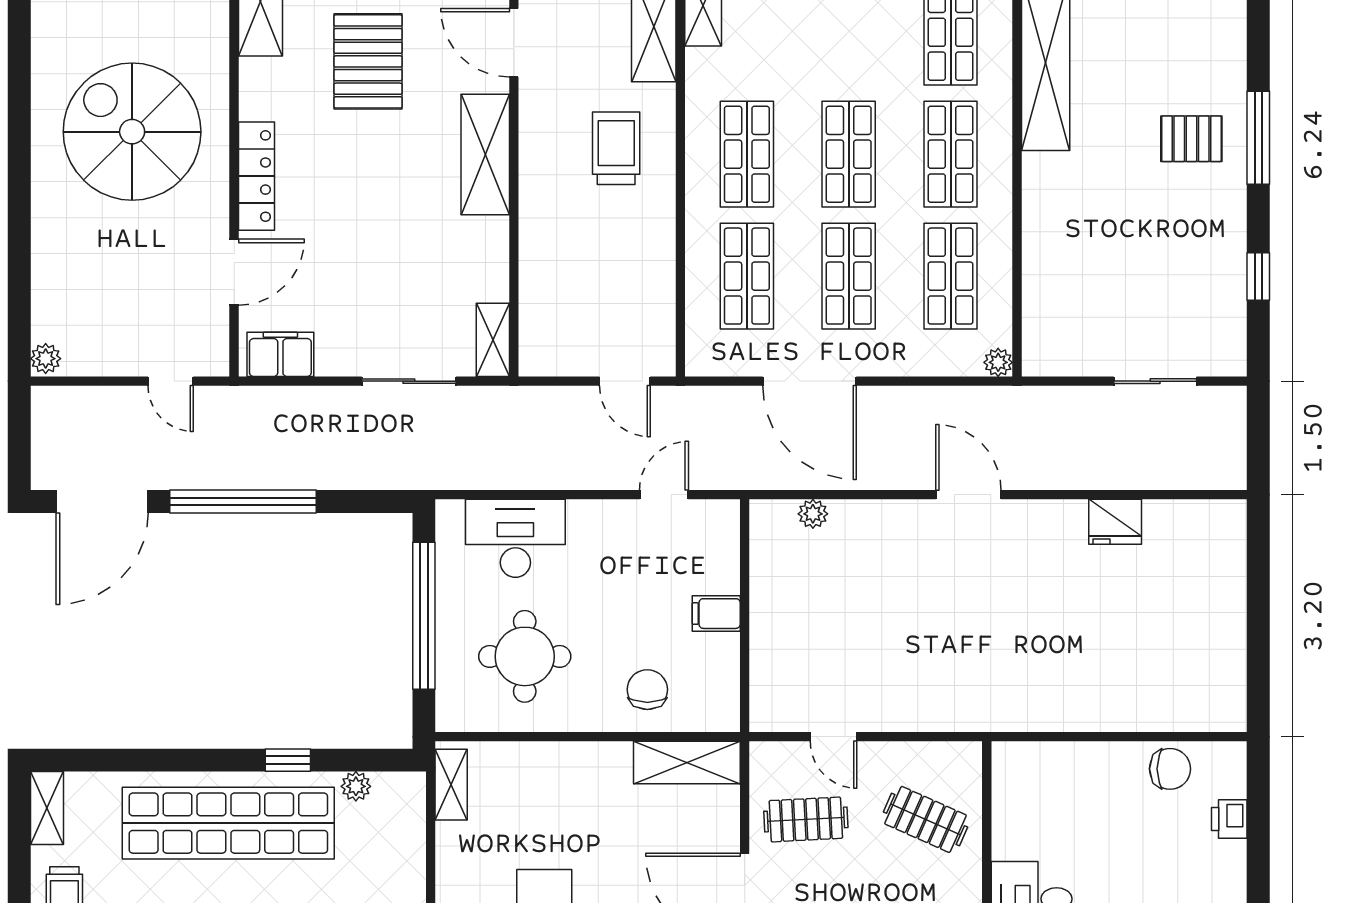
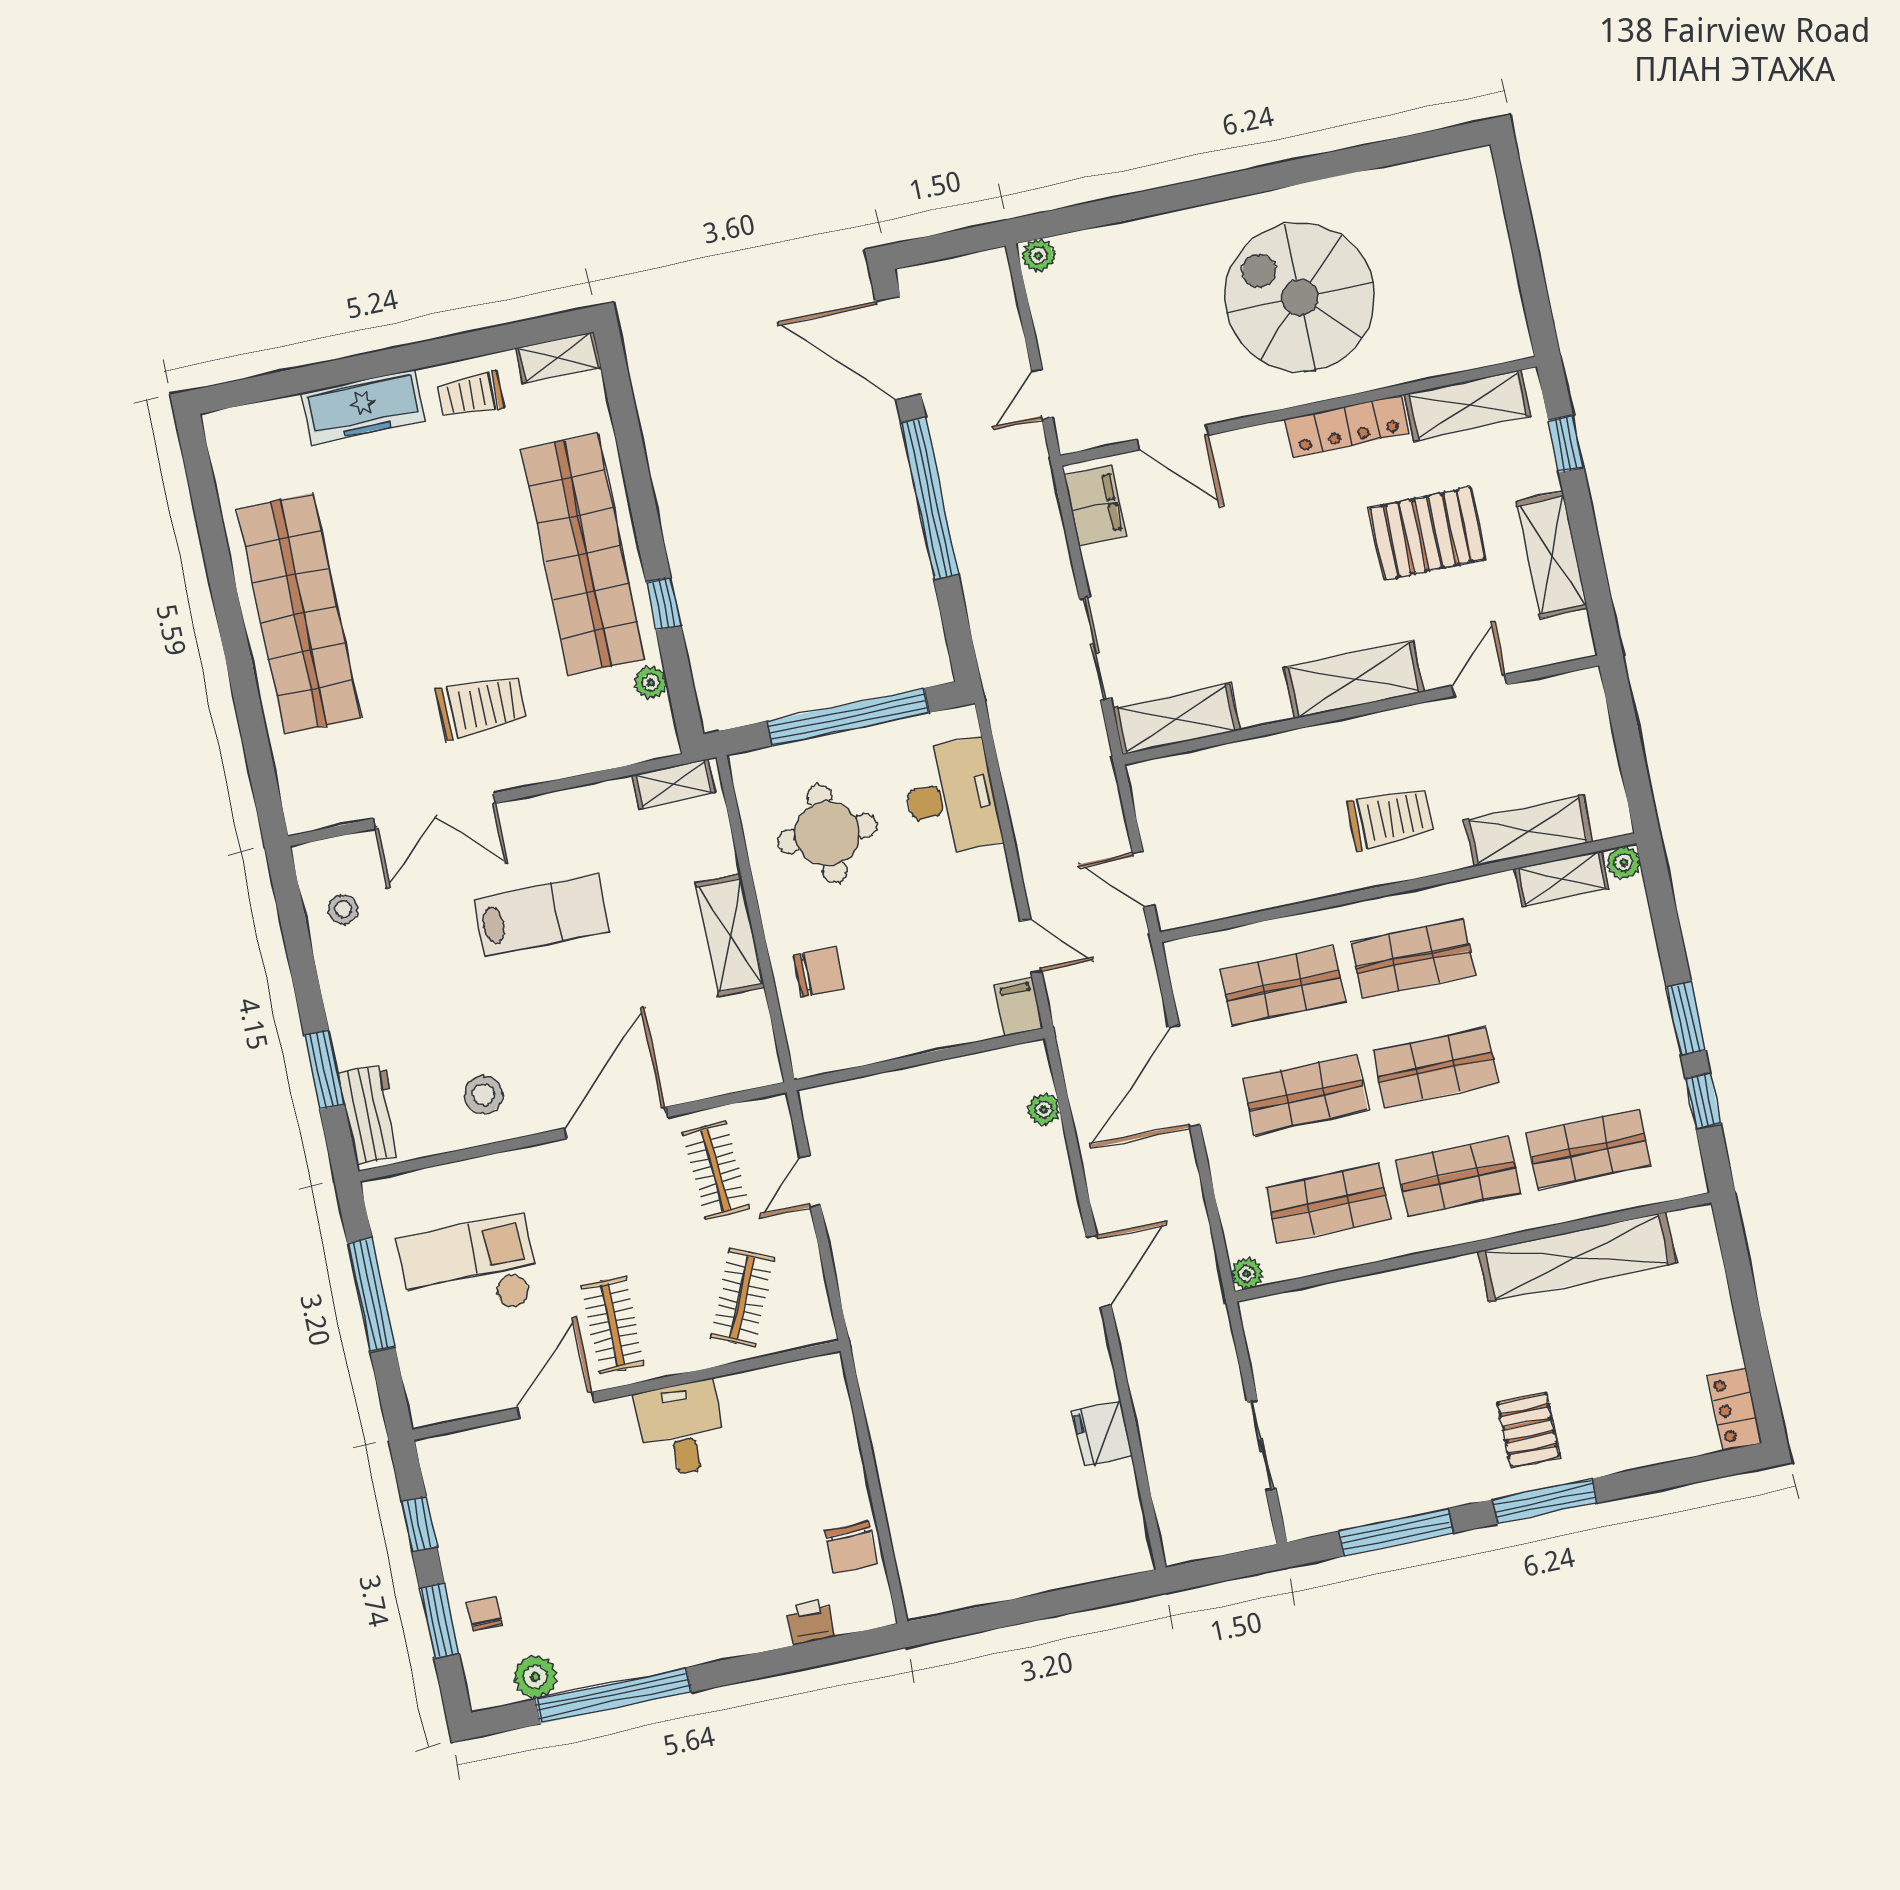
door: (514, 43) -> (1480, 685), width x0.73
spiral stairs: (132, 132) -> (1300, 297), turned -90
locker: (257, 176) -> (1347, 426), moved
window: (1258, 277) -> (1396, 1532), width x2.17
shelving: (493, 340) -> (1176, 719), width x1.50, depth x1.33
door: (625, 381) -> (1143, 879), hinge flipped
filing cabinet: (716, 614) -> (1019, 1007), moved
shelving: (687, 763) -> (730, 935), moved

